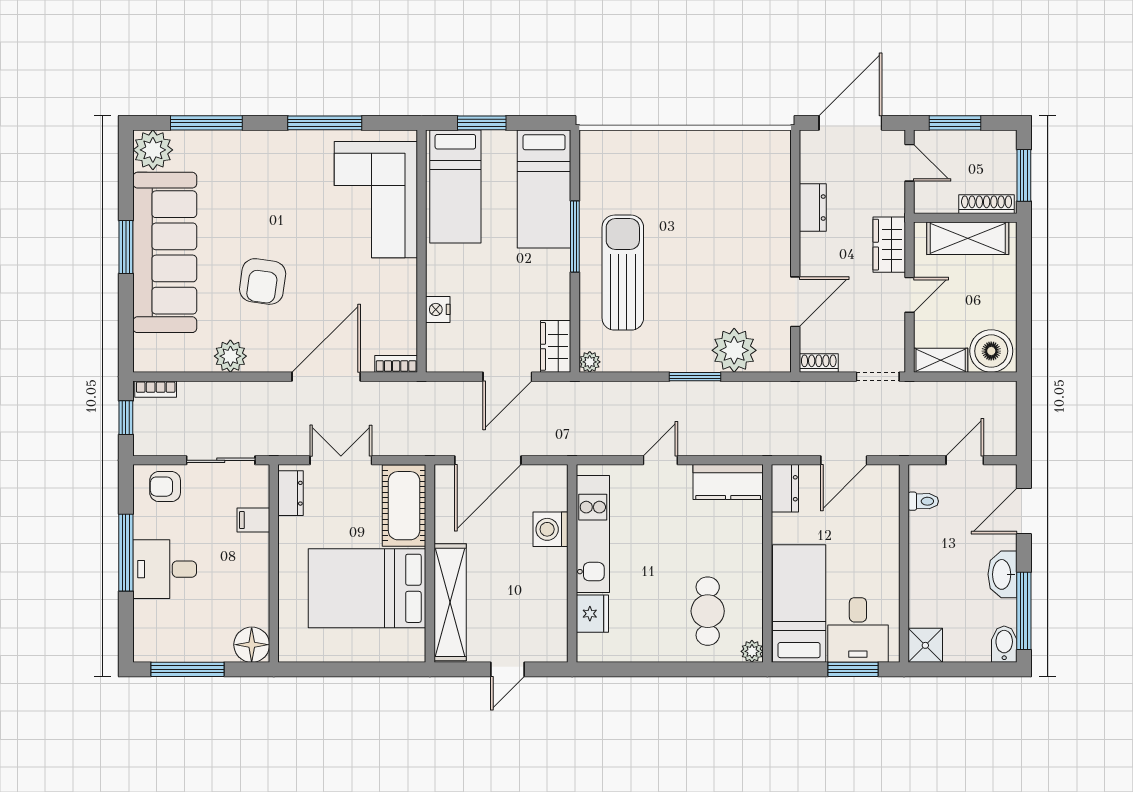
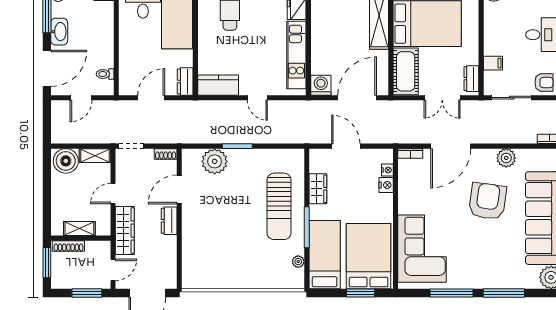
window: (206, 123) -> (504, 293), moved
door: (910, 163) -> (113, 270), swing flipped
bed: (455, 186) -> (369, 256), width x1.50
dresser: (813, 208) -> (169, 221), moved
shelving: (968, 238) -> (79, 229), width x0.67, depth x0.75
wardrobe: (889, 245) -> (125, 231), width x1.50
armchair: (263, 281) -> (488, 201), width x1.36, depth x1.36
nightstand: (436, 335) -> (387, 170), added
wardrobe: (556, 346) -> (318, 189), moved
plant: (590, 362) -> (298, 262), moved
door: (507, 377) -> (346, 146), hinge flipped
door: (660, 460) -> (257, 98), hinge flipped
door: (1024, 511) -> (47, 68), width x1.36
washing machine: (551, 529) -> (321, 85), moved, turned -90

